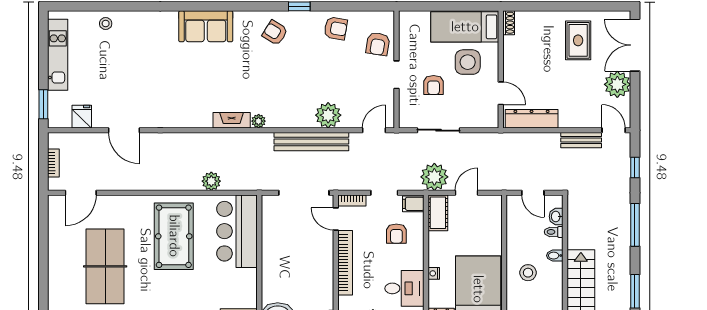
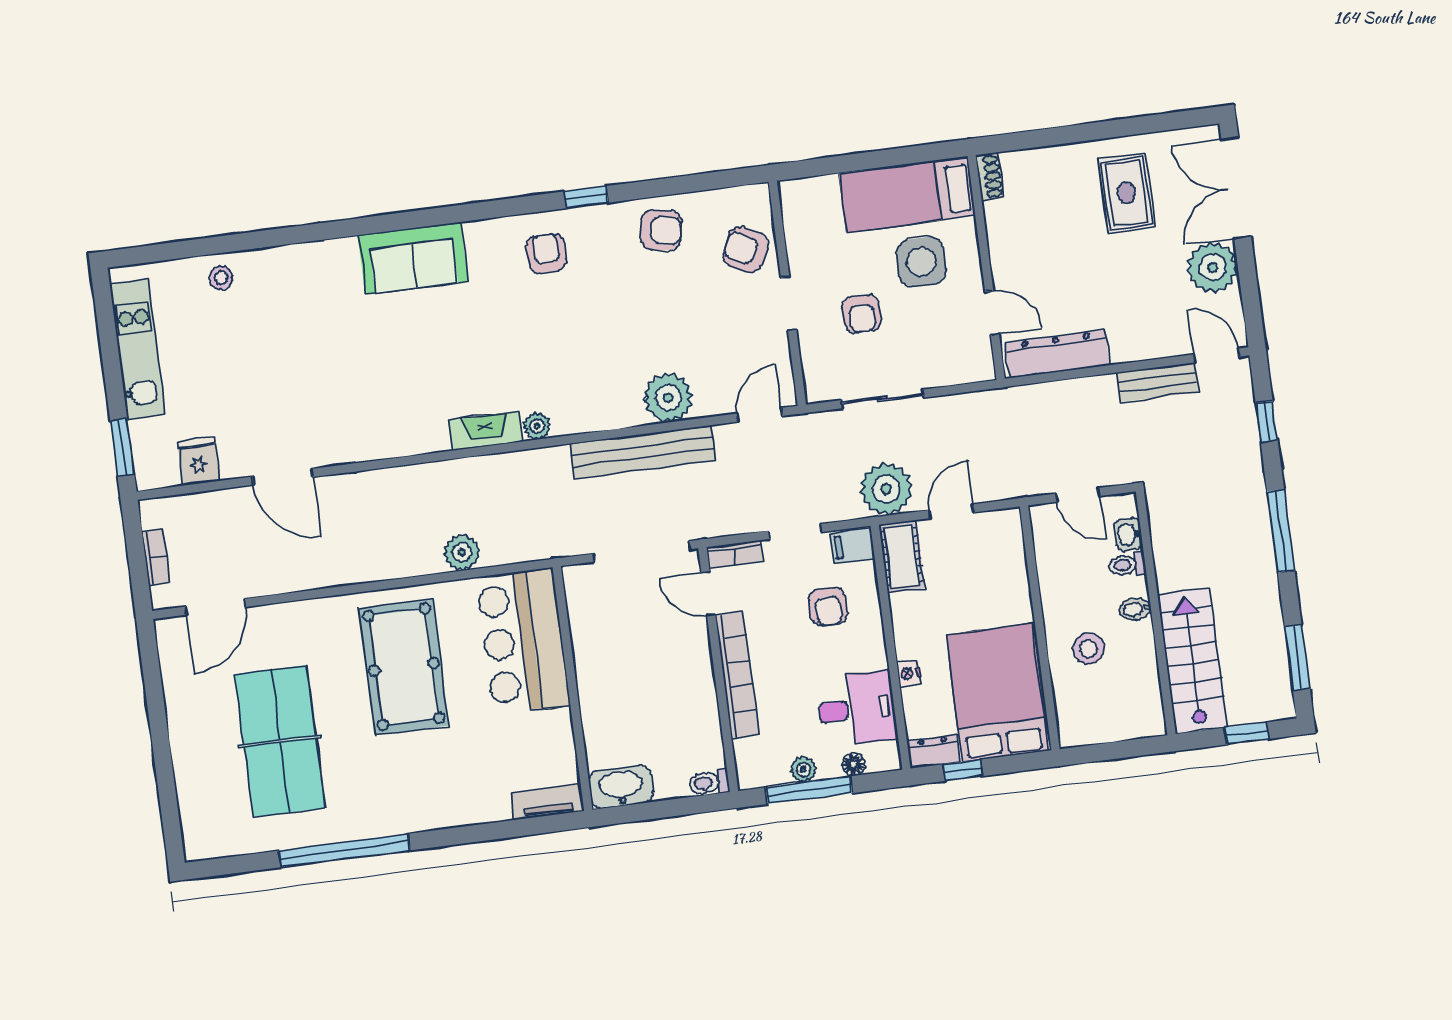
armchair: (275, 33) -> (546, 253), turned 58
armchair: (378, 44) -> (745, 249), turned 109

